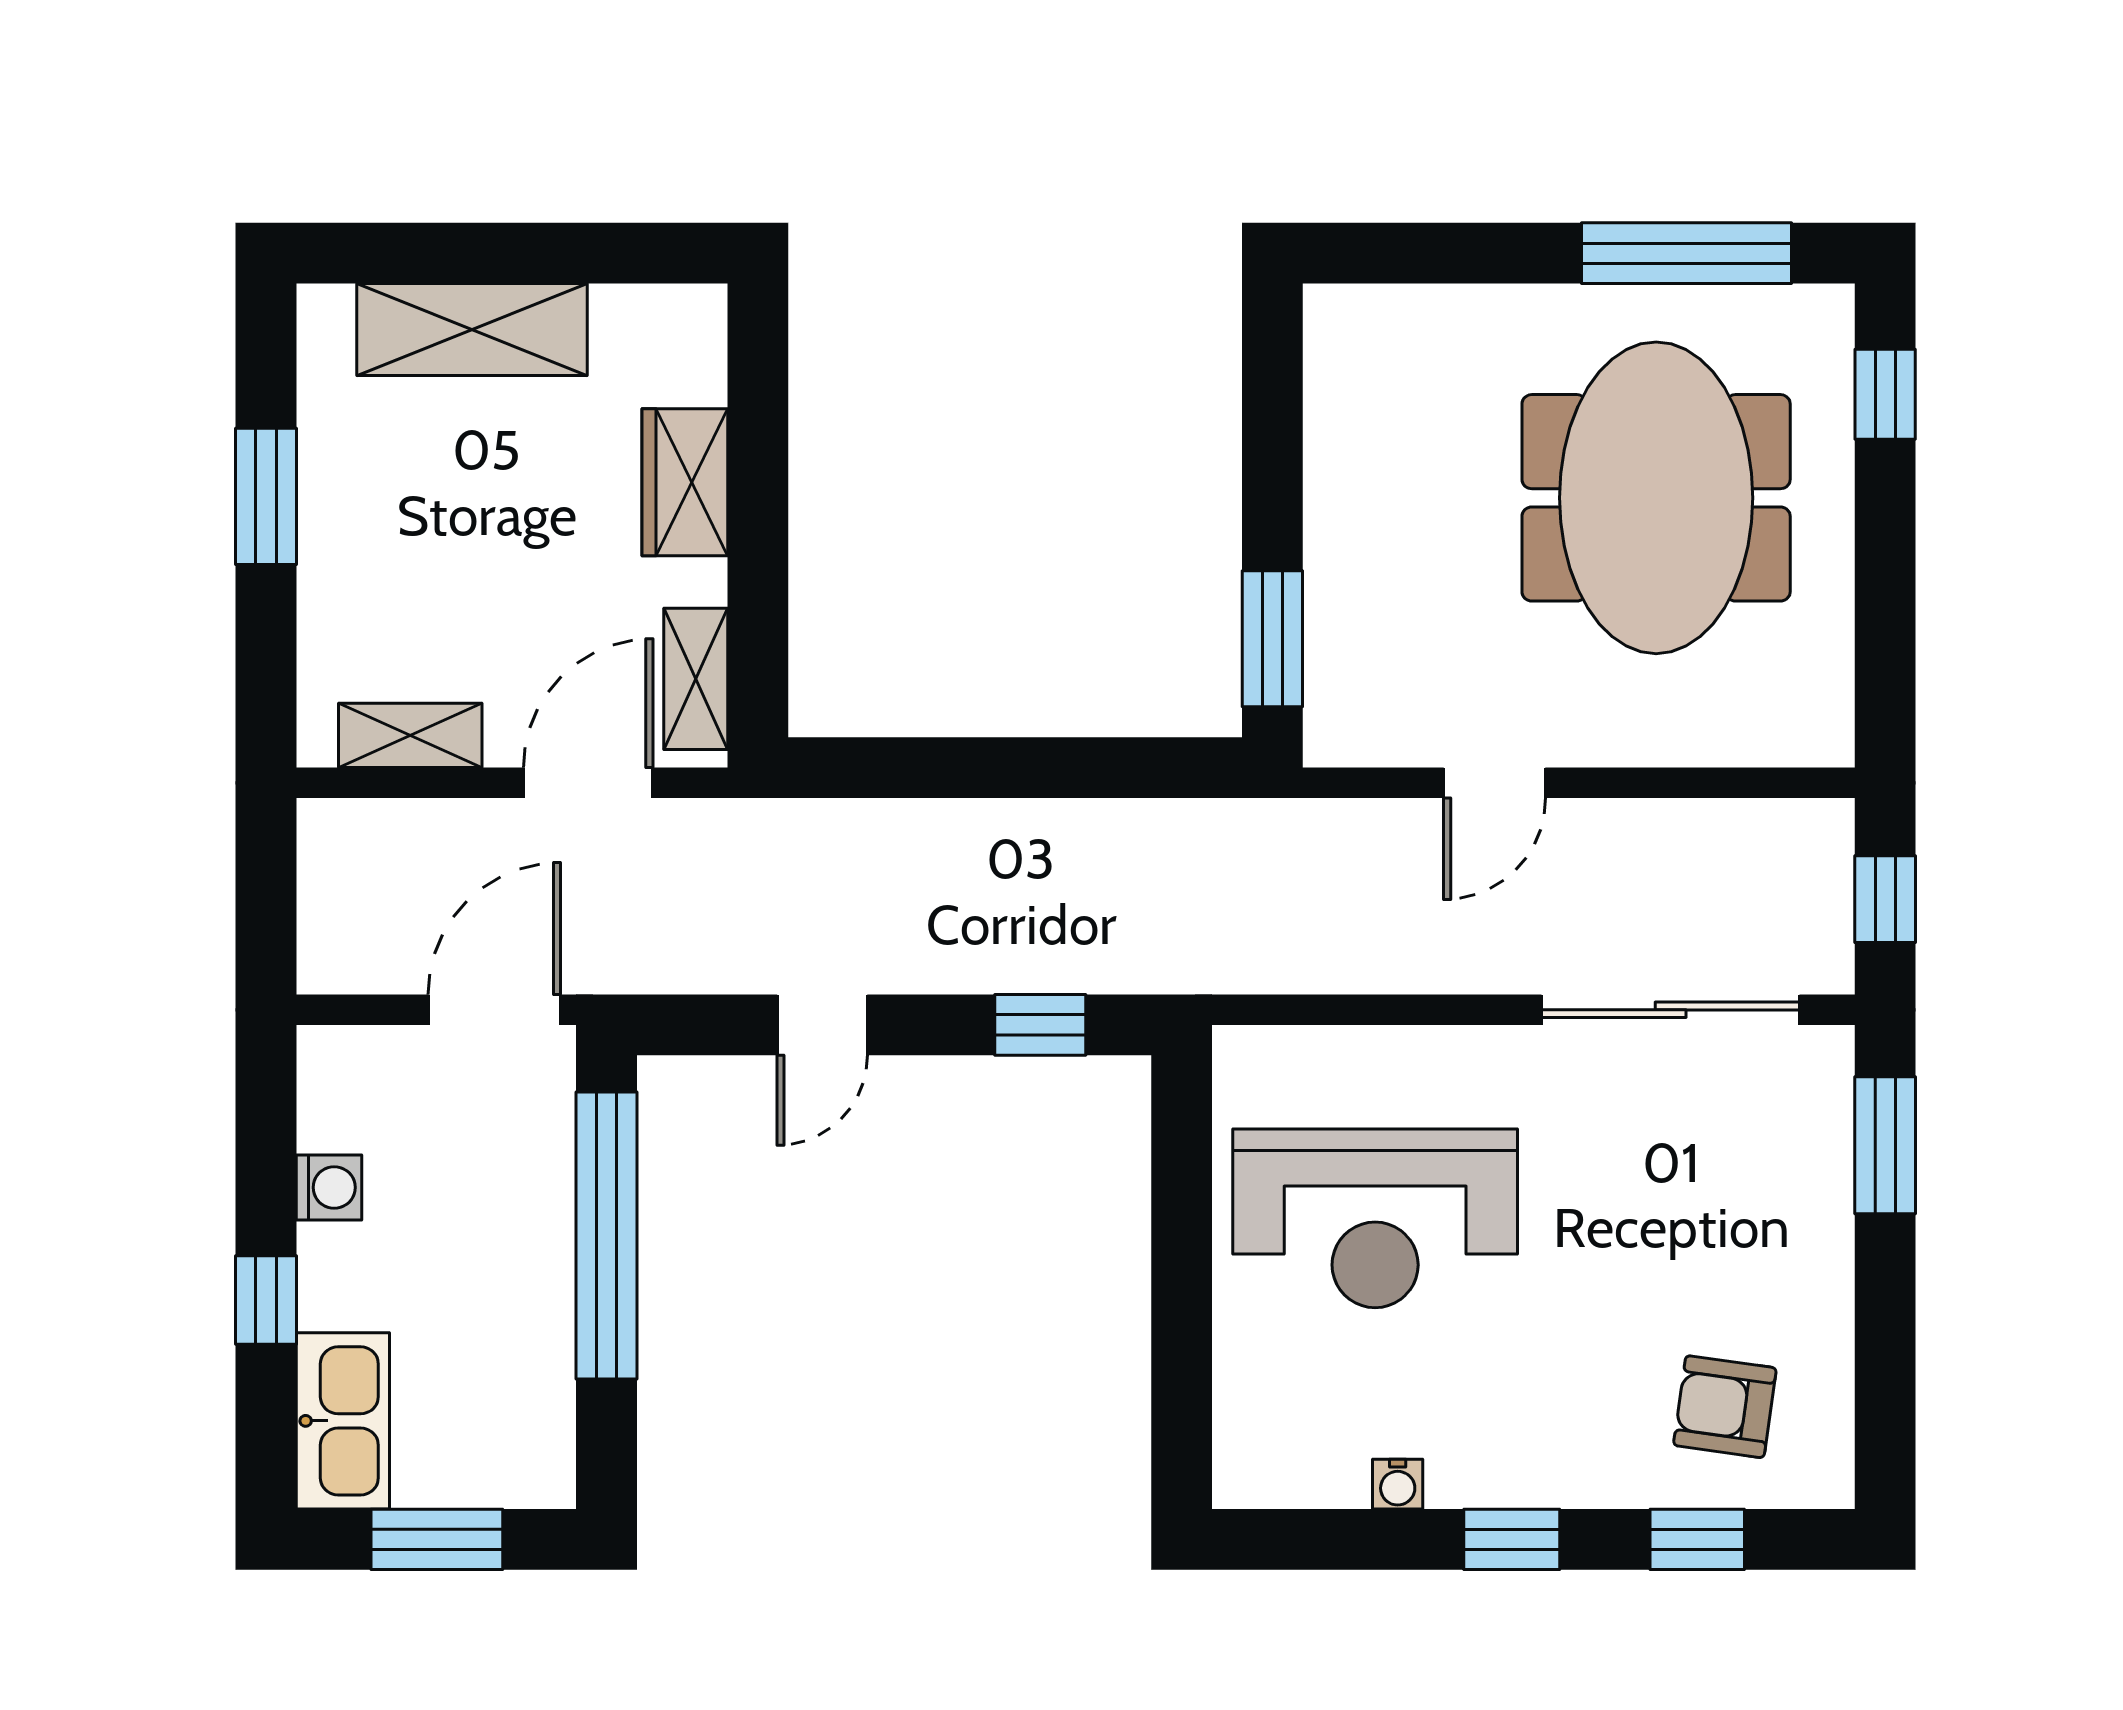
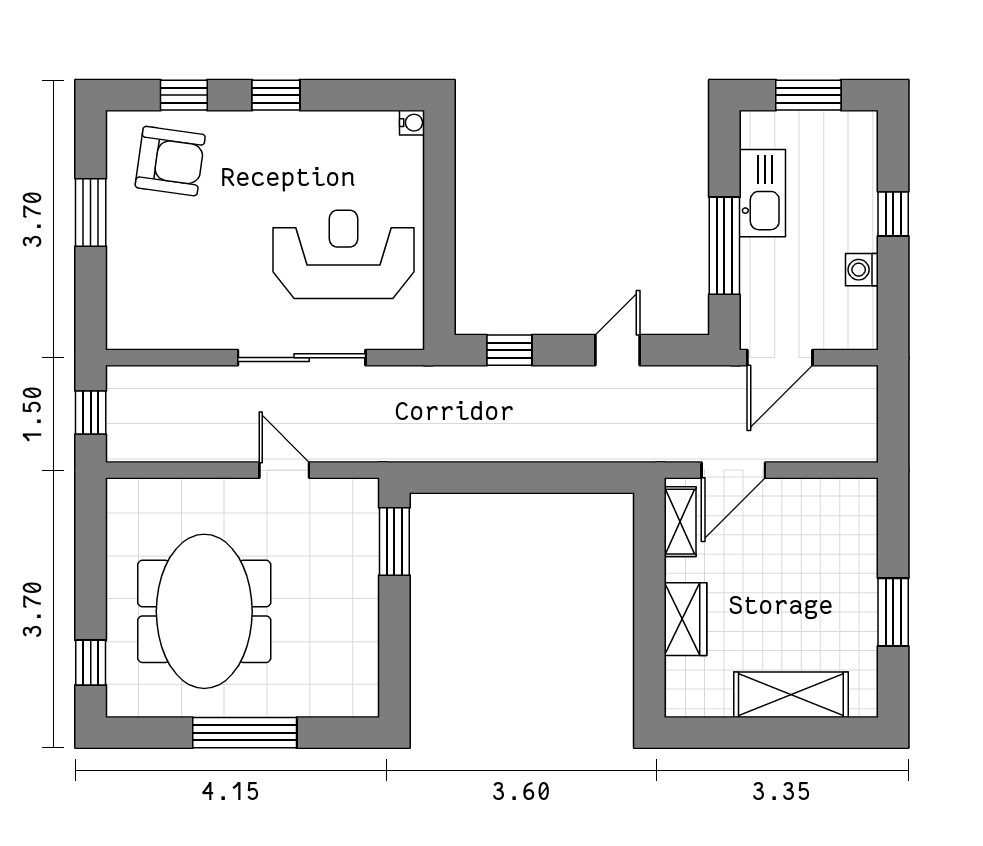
window: (1687, 253) -> (245, 733), moved
shelving: (410, 735) -> (822, 494), removed
door: (1495, 783) -> (284, 470), hinge flipped
sliding door: (1671, 1010) -> (302, 358), moved
window: (1885, 1145) -> (91, 212), moved
window: (606, 1236) -> (724, 246), width x0.68
armchair: (1725, 1407) -> (170, 161), width x1.38, depth x1.38
kitchen sink: (343, 1421) -> (762, 193), moved, turned 180
water cooler: (1398, 1484) -> (412, 123), moved, turned 90

